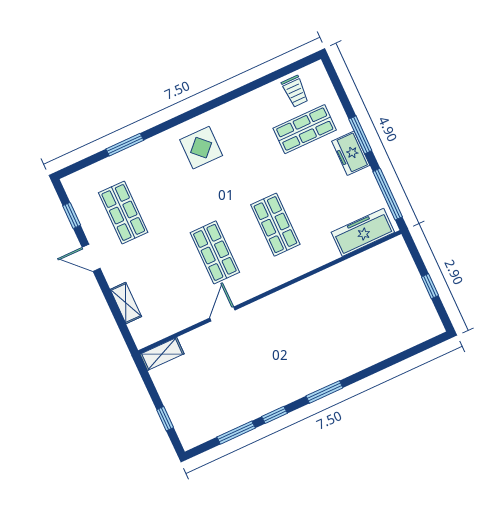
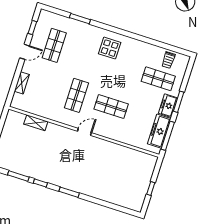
shop shelf: (275, 225) -> (111, 107), turned 90
freezer: (363, 232) -> (159, 131), moved, turned -90
door: (91, 258) -> (24, 52), swing flipped
door: (222, 314) -> (84, 132), moved
shelving: (162, 354) -> (36, 123), moved

